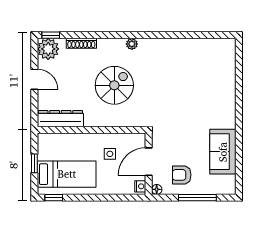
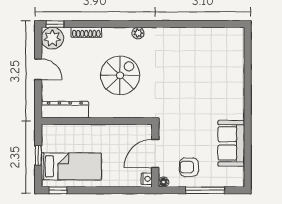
side table: (110, 154) -> (115, 146), removed

